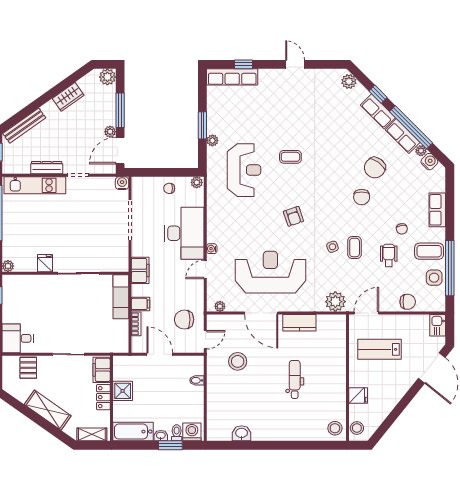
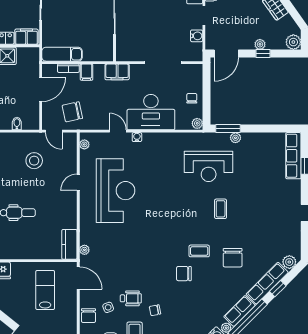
window: (120, 110) -> (263, 53), width x0.46
row of seats: (378, 111) -> (267, 283), width x1.48
window: (202, 125) -> (228, 129), moved
plant: (110, 132) -> (260, 44), moved
door: (120, 151) -> (226, 53), swing flipped
chair: (375, 168) -> (233, 258), moved, turned -126
water cooler: (122, 183) -> (197, 36), moved
armchair: (293, 216) -> (166, 212), removed
side table: (332, 247) -> (108, 307), moved
coffee table: (355, 247) -> (199, 251), moved
exam couch: (121, 297) -> (62, 54), moved
plant: (335, 302) -> (84, 250), width x0.53, depth x0.53
door: (261, 313) -> (78, 182), width x0.53
chair: (184, 320) -> (72, 112), turned -102
kitchen counter: (299, 323) -> (69, 244), moved

